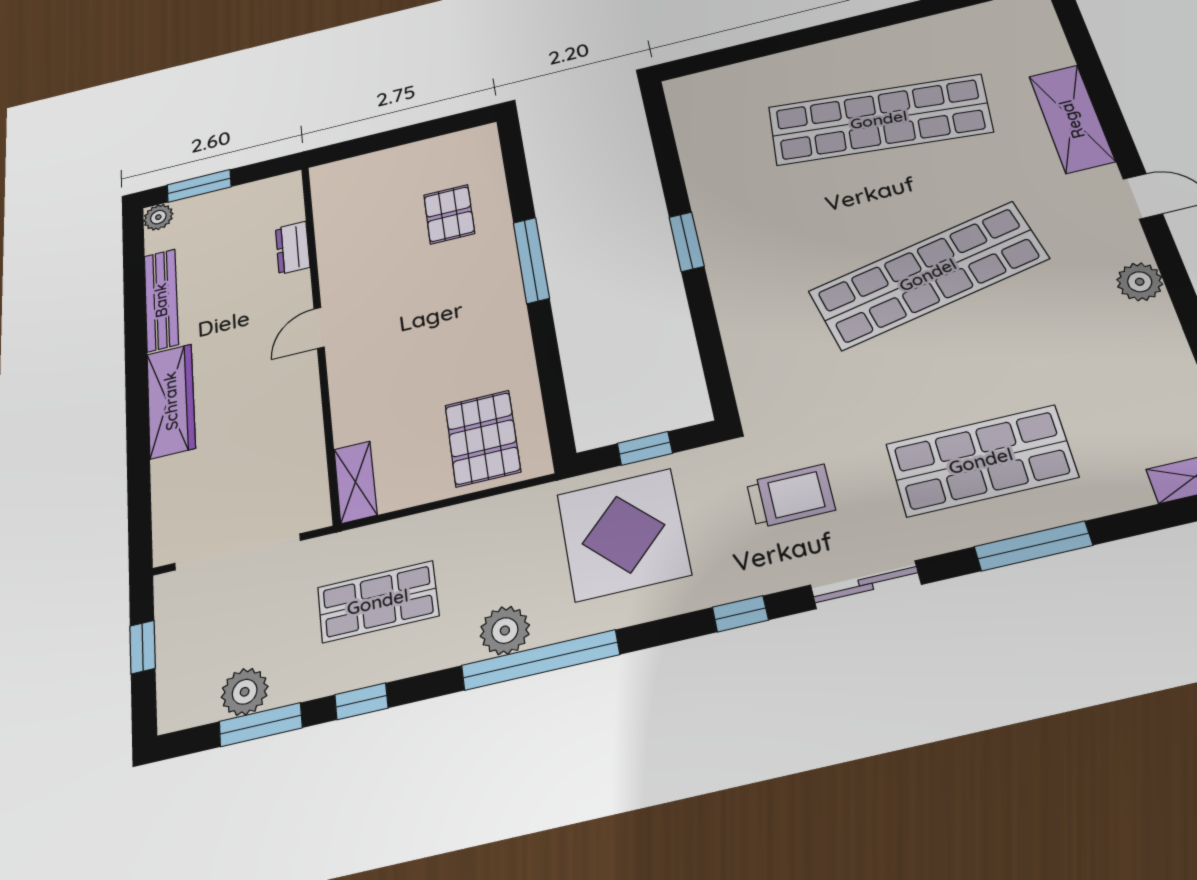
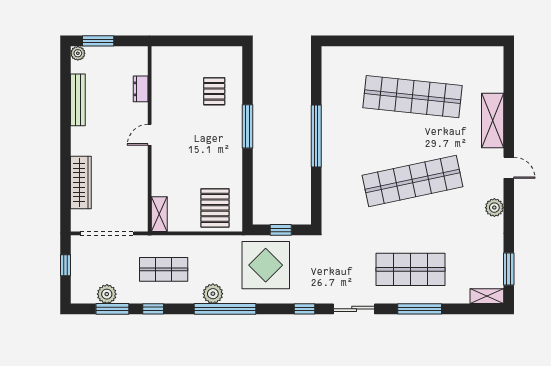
window: (687, 242) -> (316, 136), width x2.11
wardrobe: (171, 401) -> (81, 183), moved
trolley: (791, 496) -> (334, 266), removed

